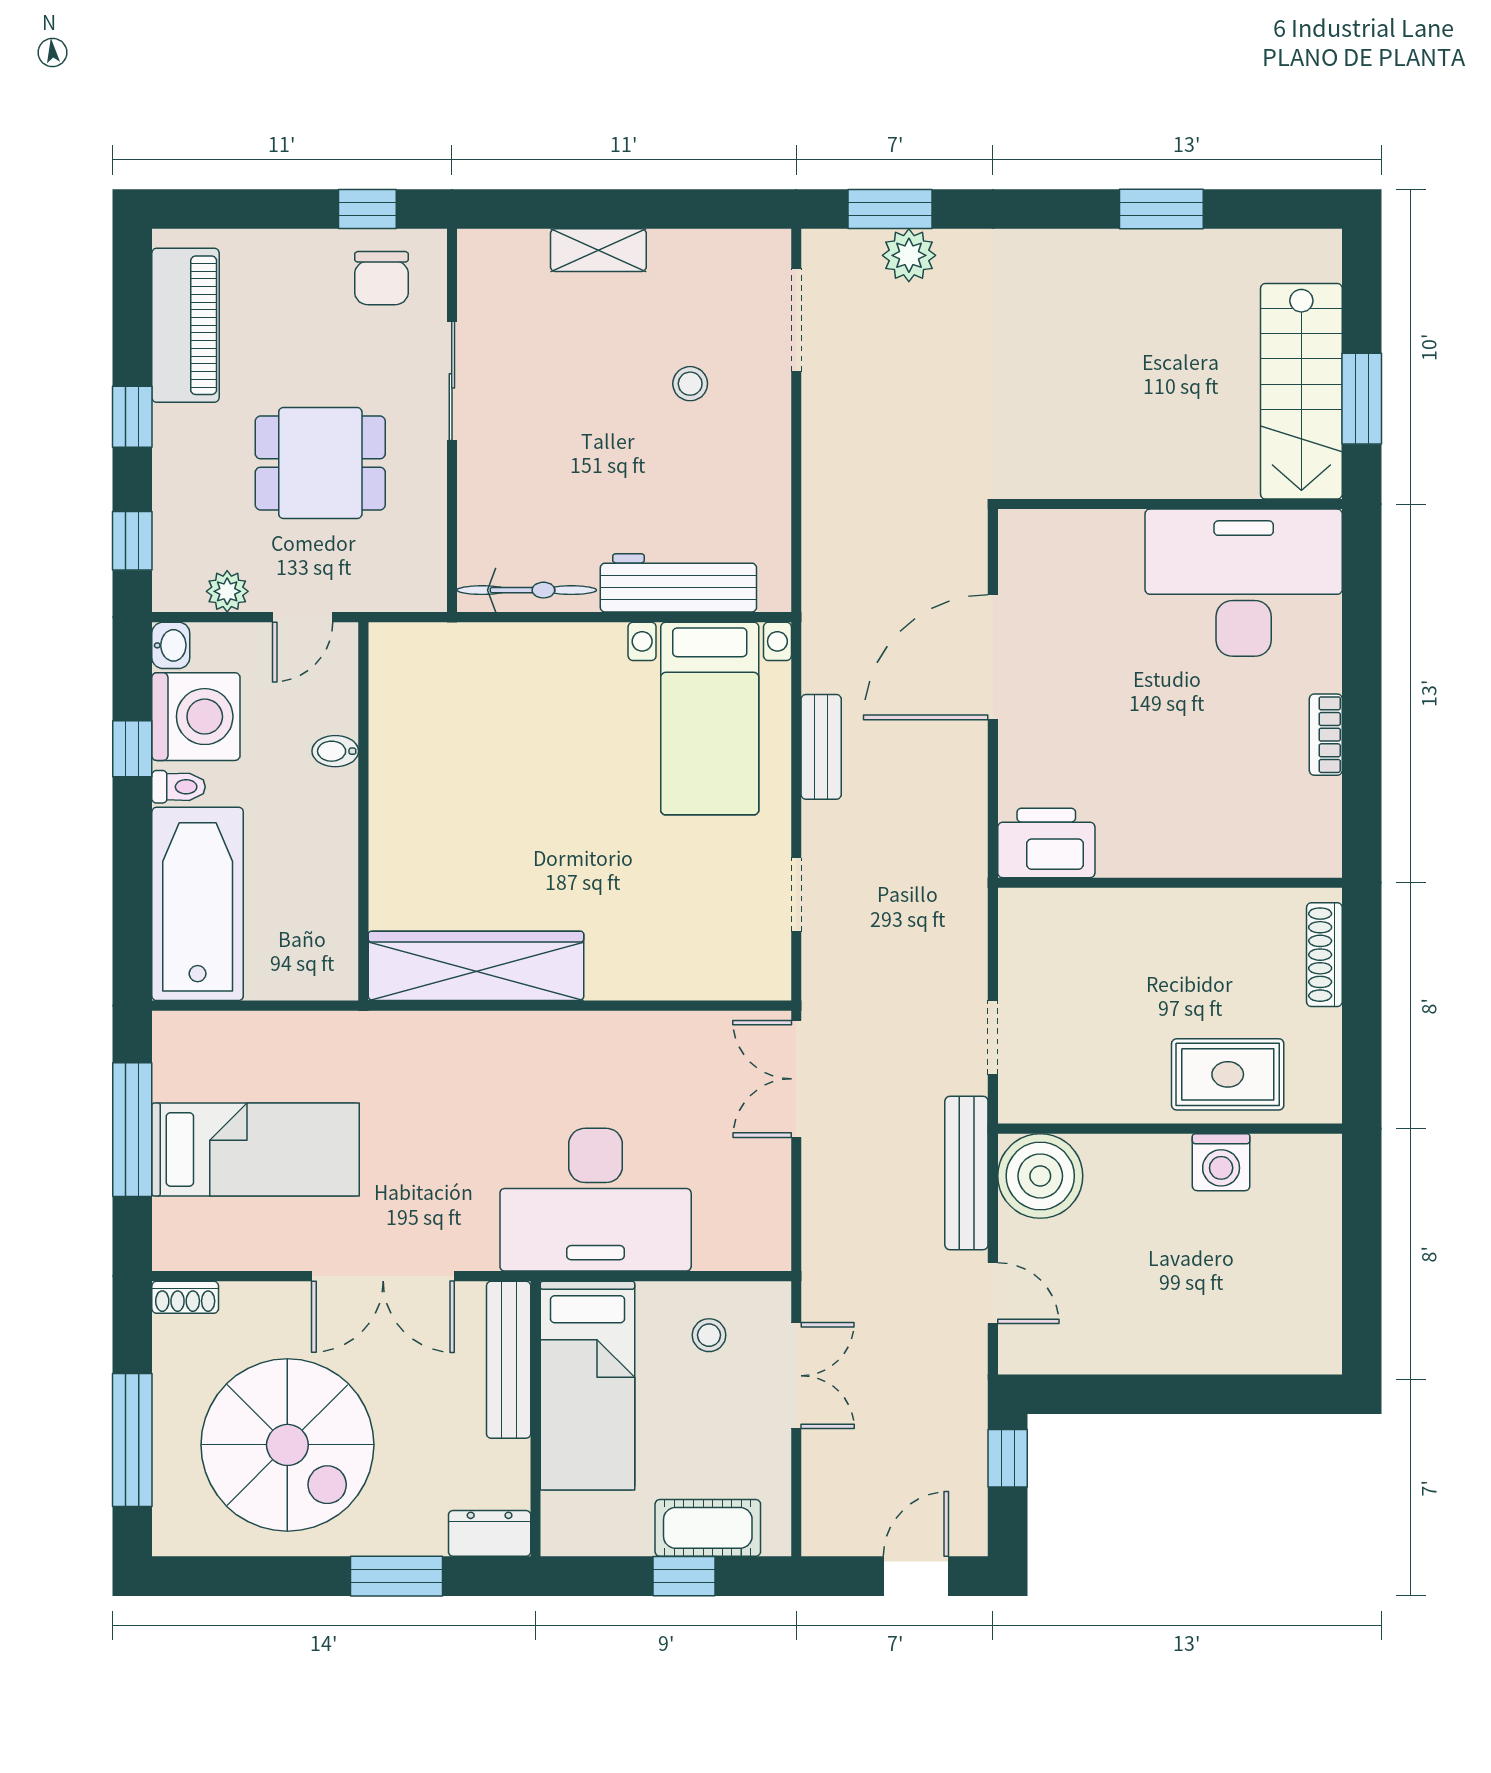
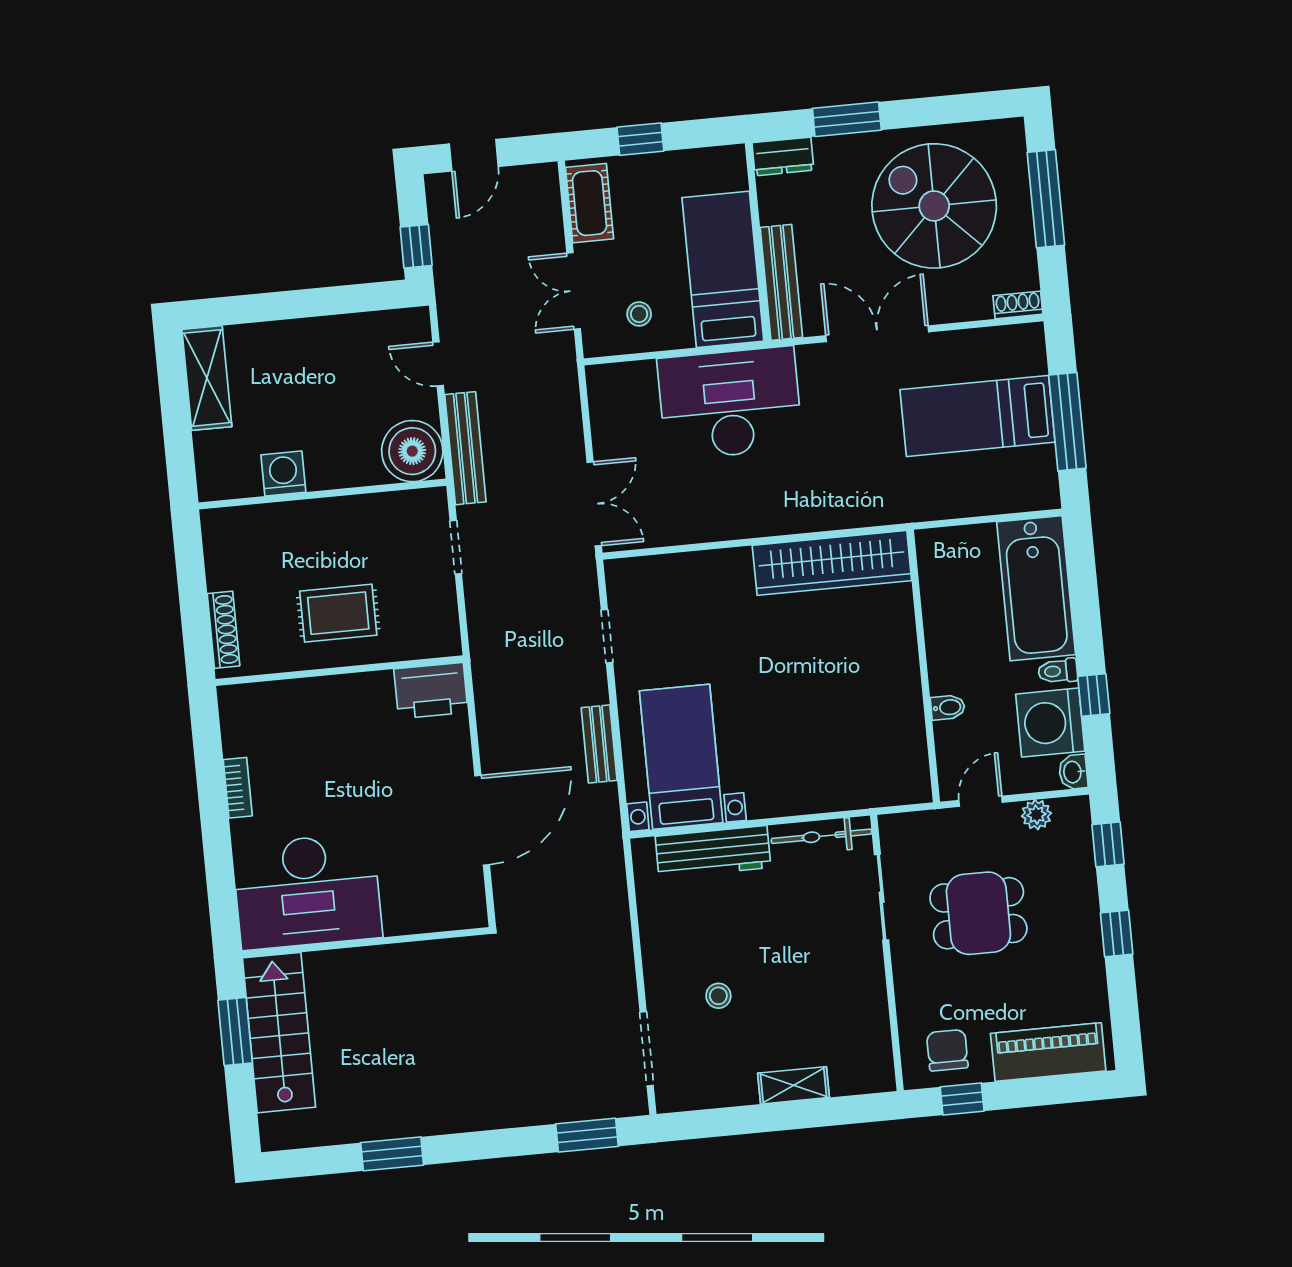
plant: (909, 255) -> (570, 1103), removed
piano: (185, 325) -> (1048, 1052), moved, turned 90
sliding door: (452, 381) -> (882, 897), moved
rug: (1228, 1074) -> (338, 613), moved
shelving: (1314, 1304) -> (207, 378), added
cot: (708, 1528) -> (590, 203), moved, turned 90

